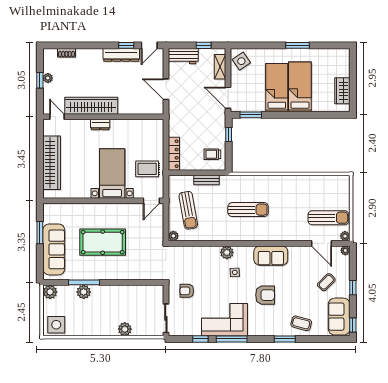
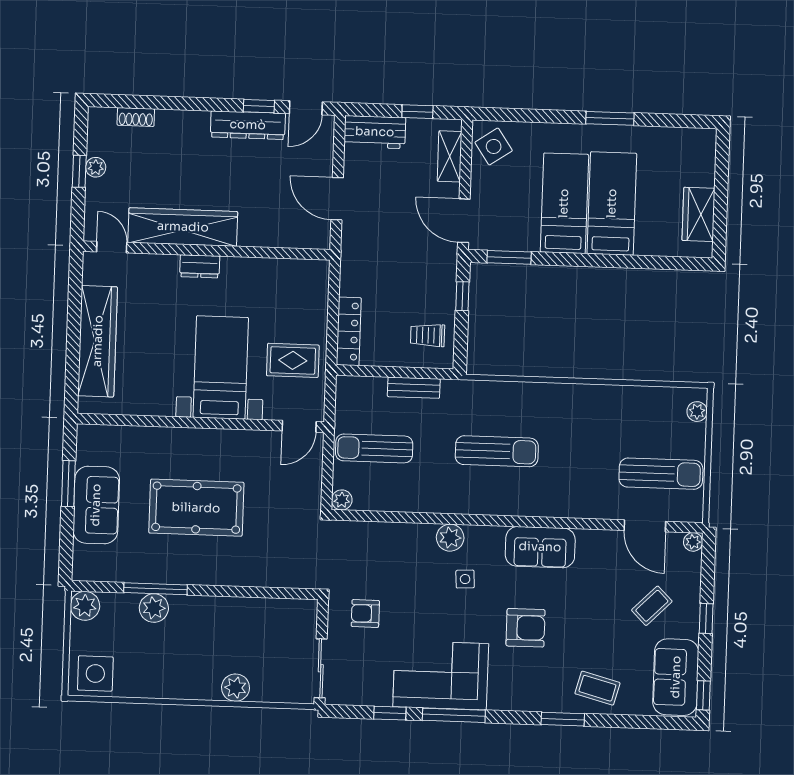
sun lounger: (188, 210) -> (374, 448), turned 100
plant: (345, 236) -> (697, 412), moved
sofa: (54, 249) -> (96, 505), width x0.73

